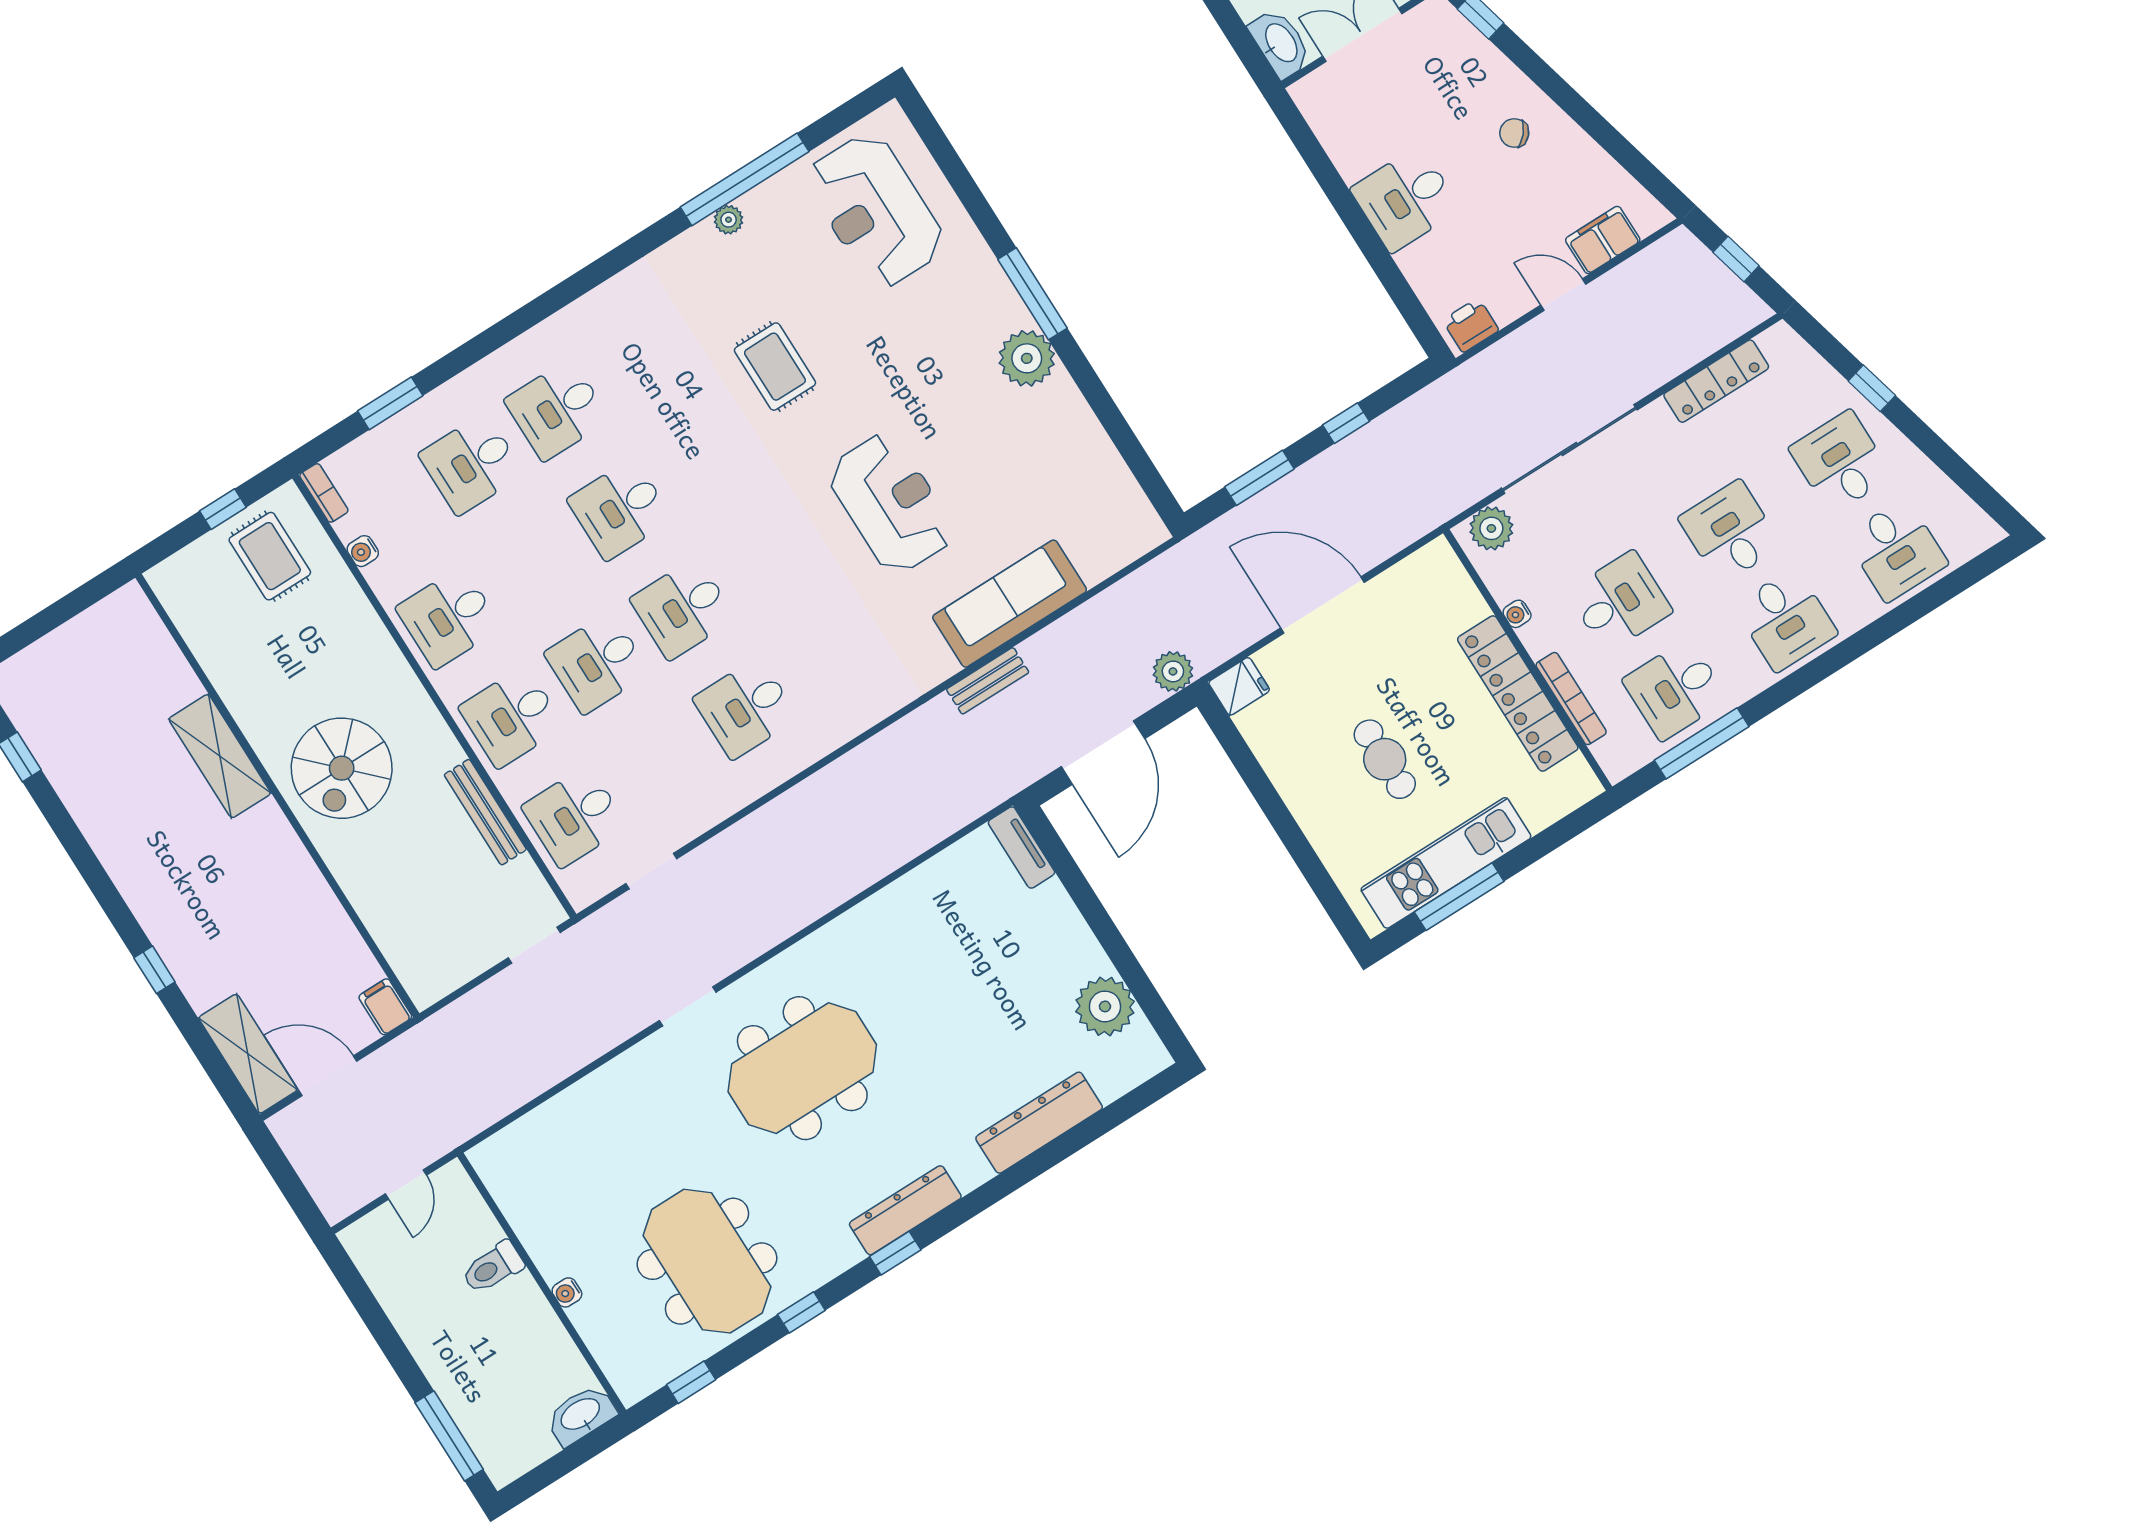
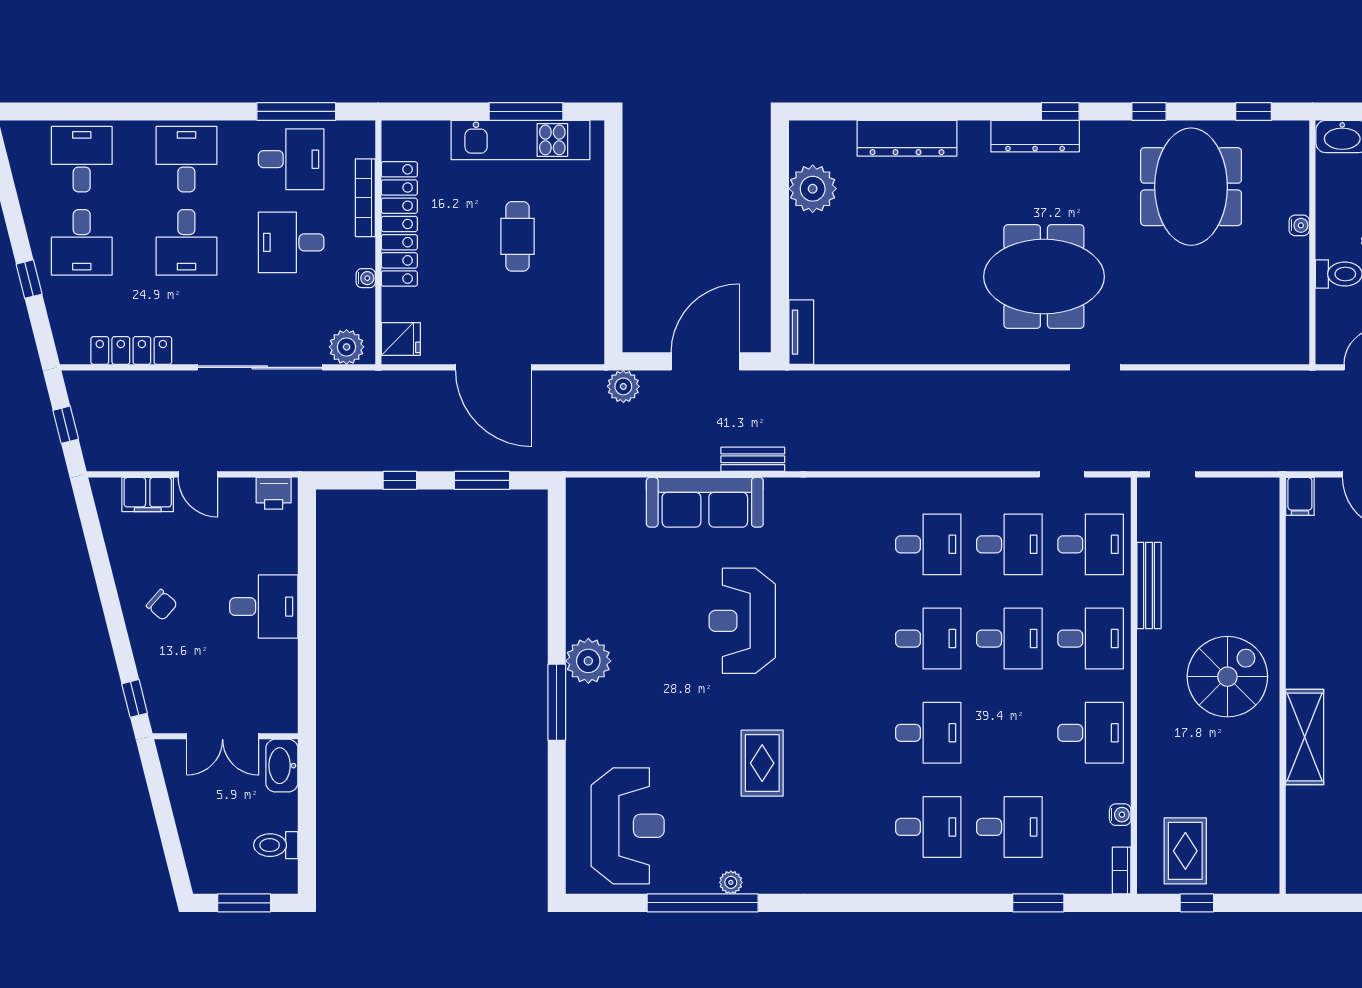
fridge: (1239, 686) -> (401, 339), moved, turned 180
desk: (660, 762) -> (1009, 544), added

